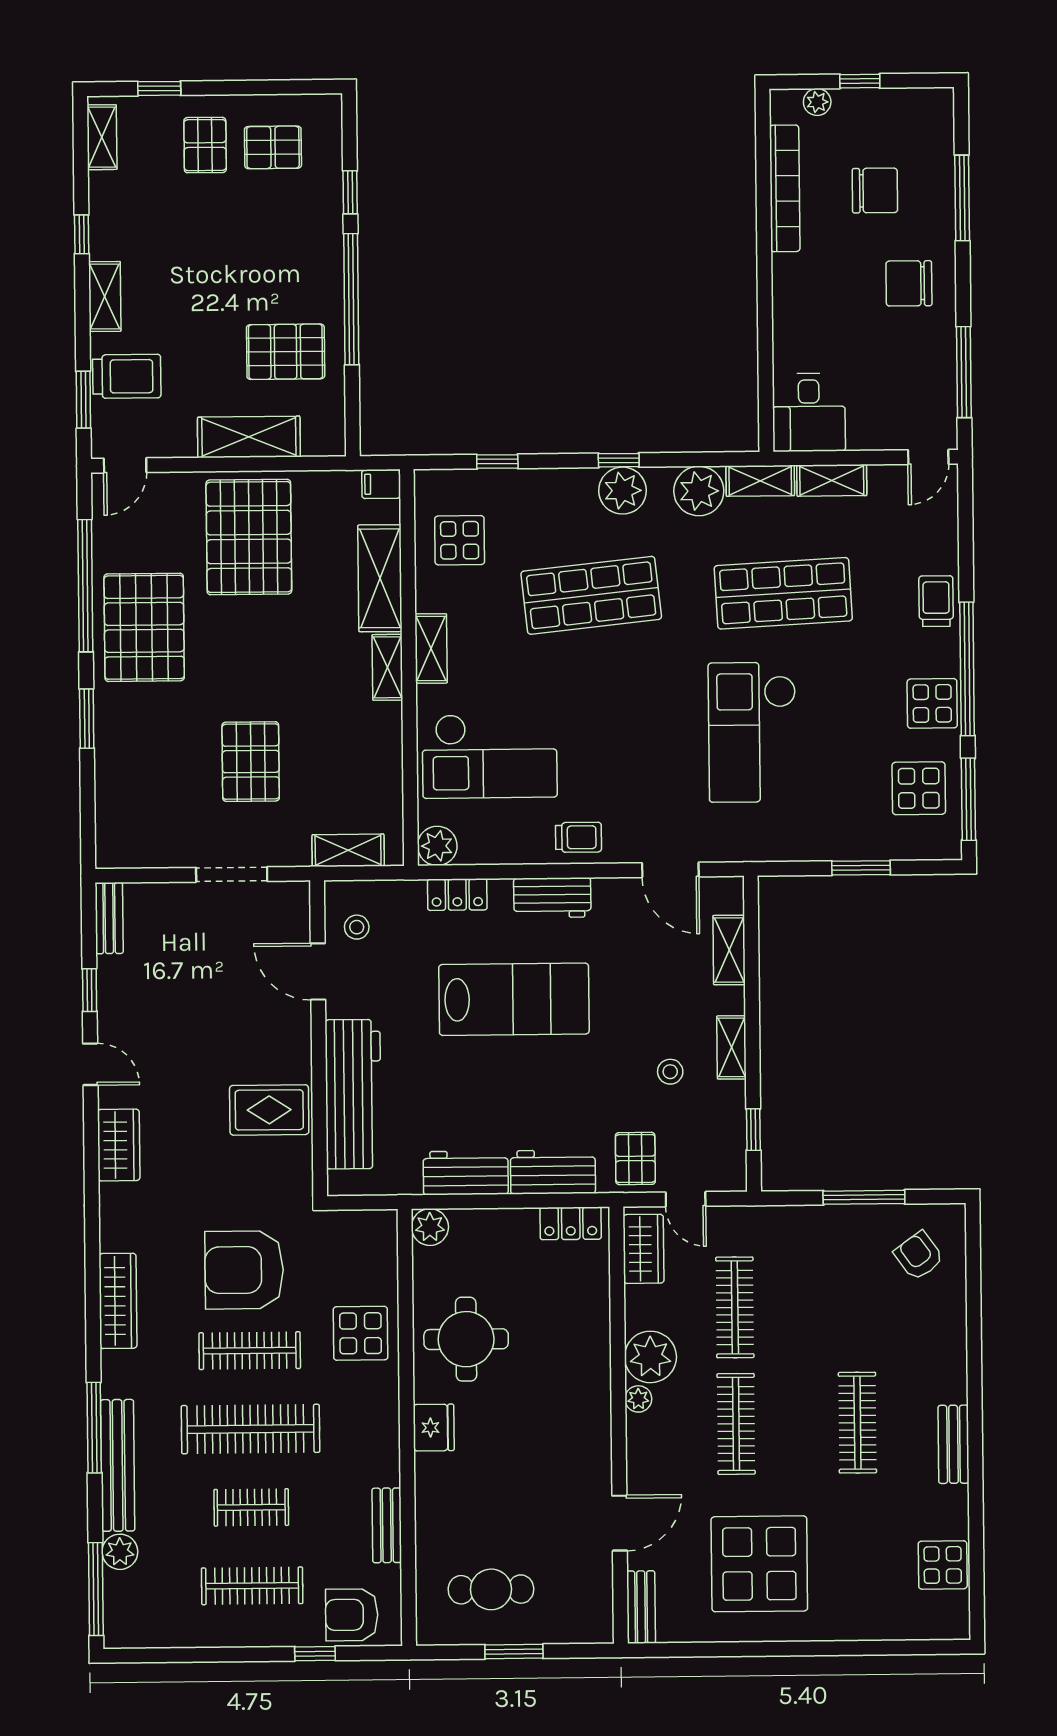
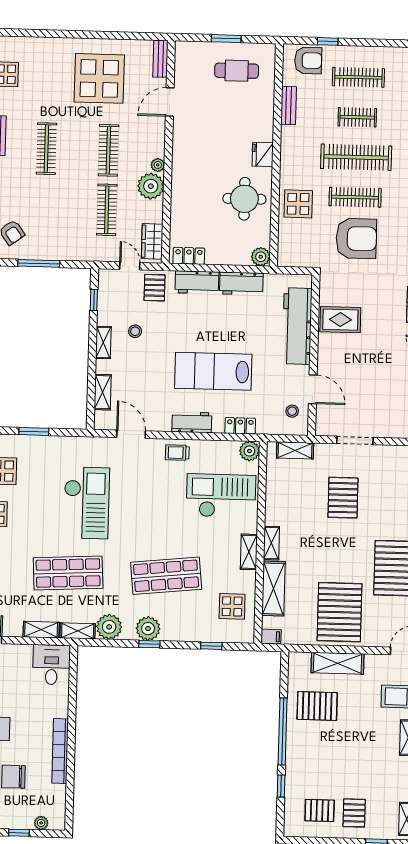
bookcase: (785, 188) -> (60, 751), moved

